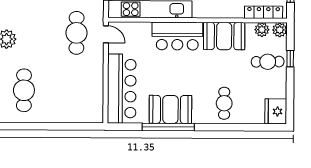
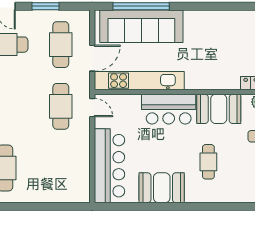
cafe table: (224, 103) -> (208, 162), moved
window: (168, 127) -> (159, 206), removed

